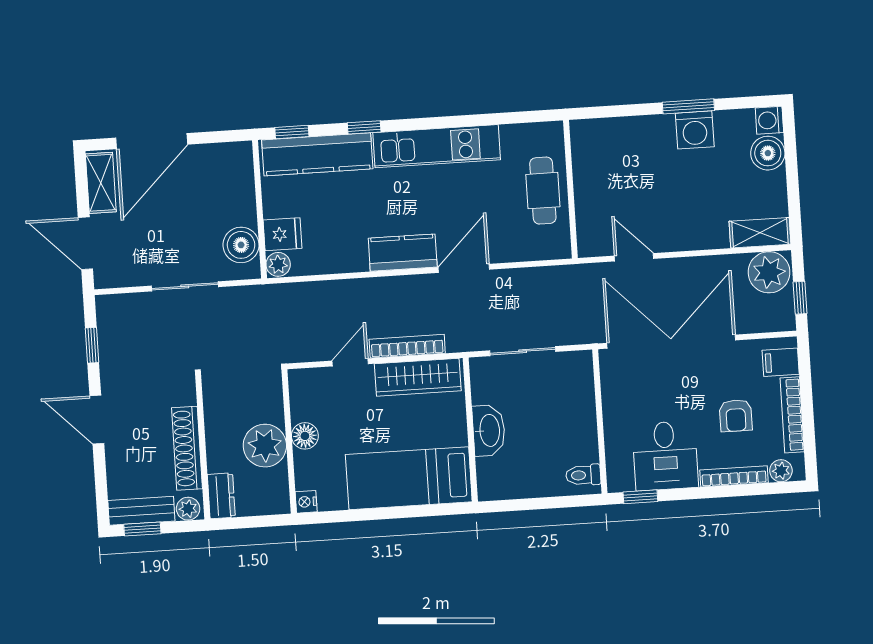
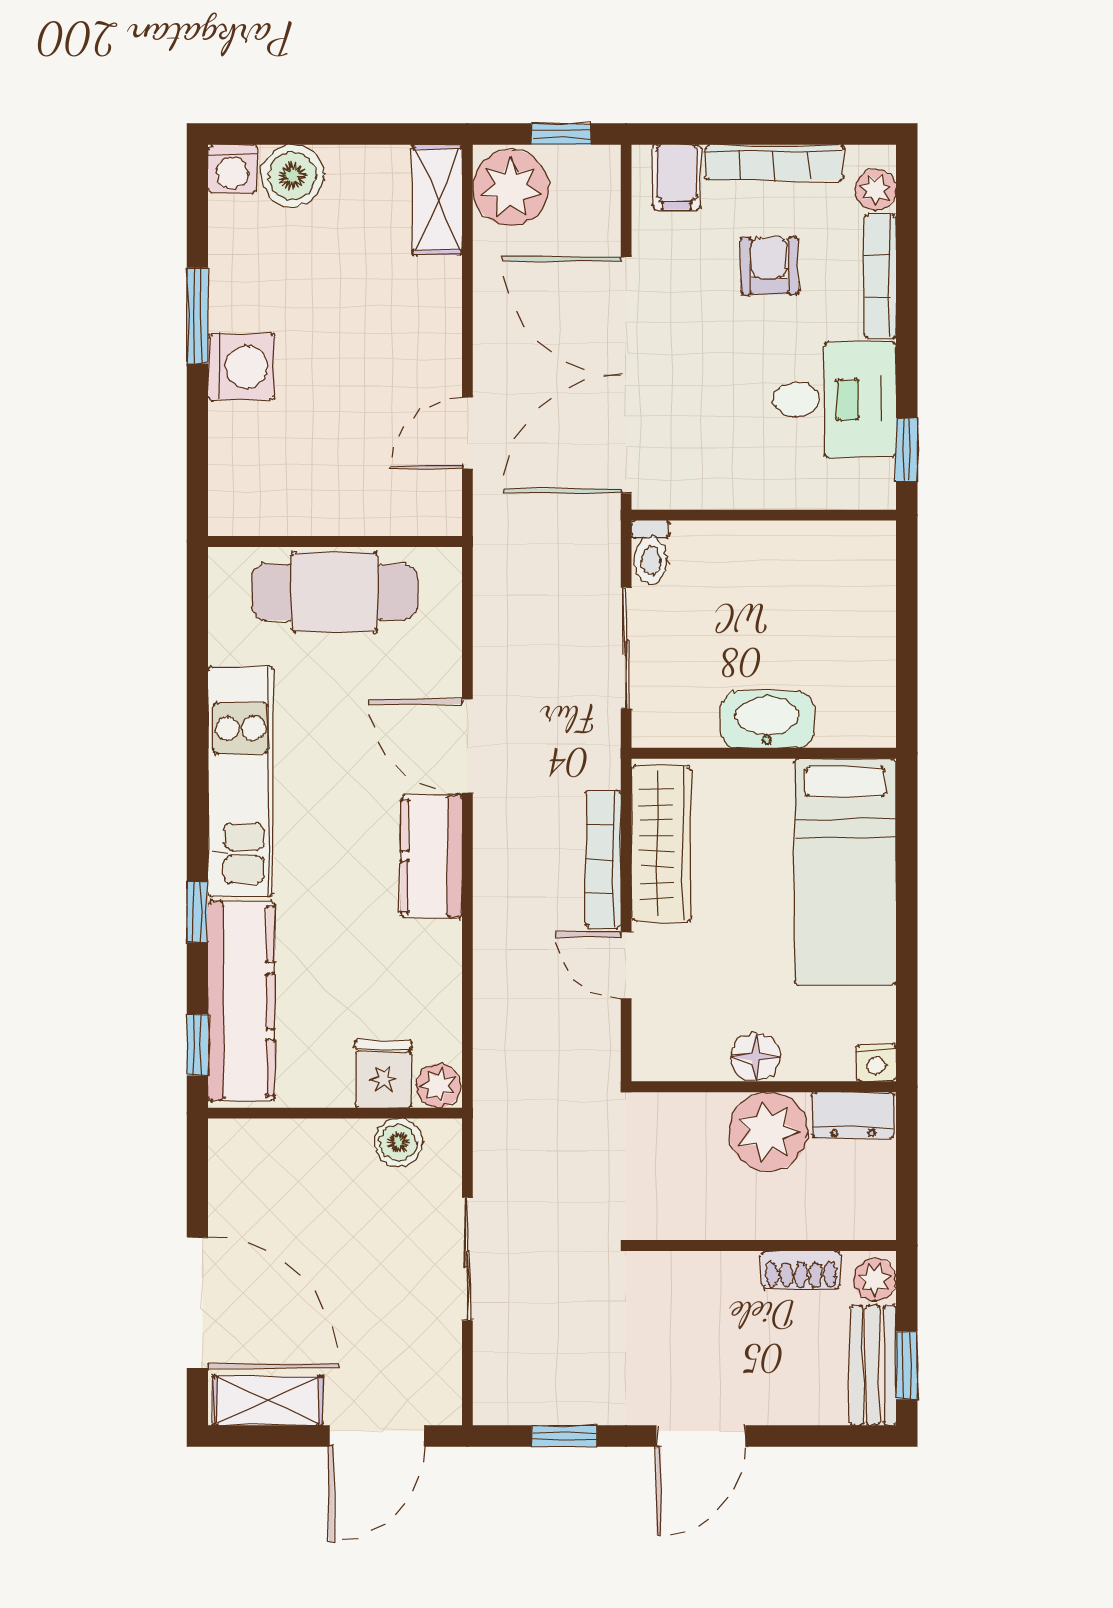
washing machine: (695, 130) -> (241, 367), moved
cafe table: (543, 191) -> (334, 592), width x1.37, depth x1.35
boiler: (241, 245) -> (398, 1143), width x0.73, depth x0.73
armchair: (736, 416) -> (769, 266), turned -90
shoe rack: (187, 448) -> (801, 1270), width x0.51, depth x0.81
toilet: (583, 475) -> (651, 552), moved
dresser: (221, 496) -> (853, 1115), moved, turned 180

